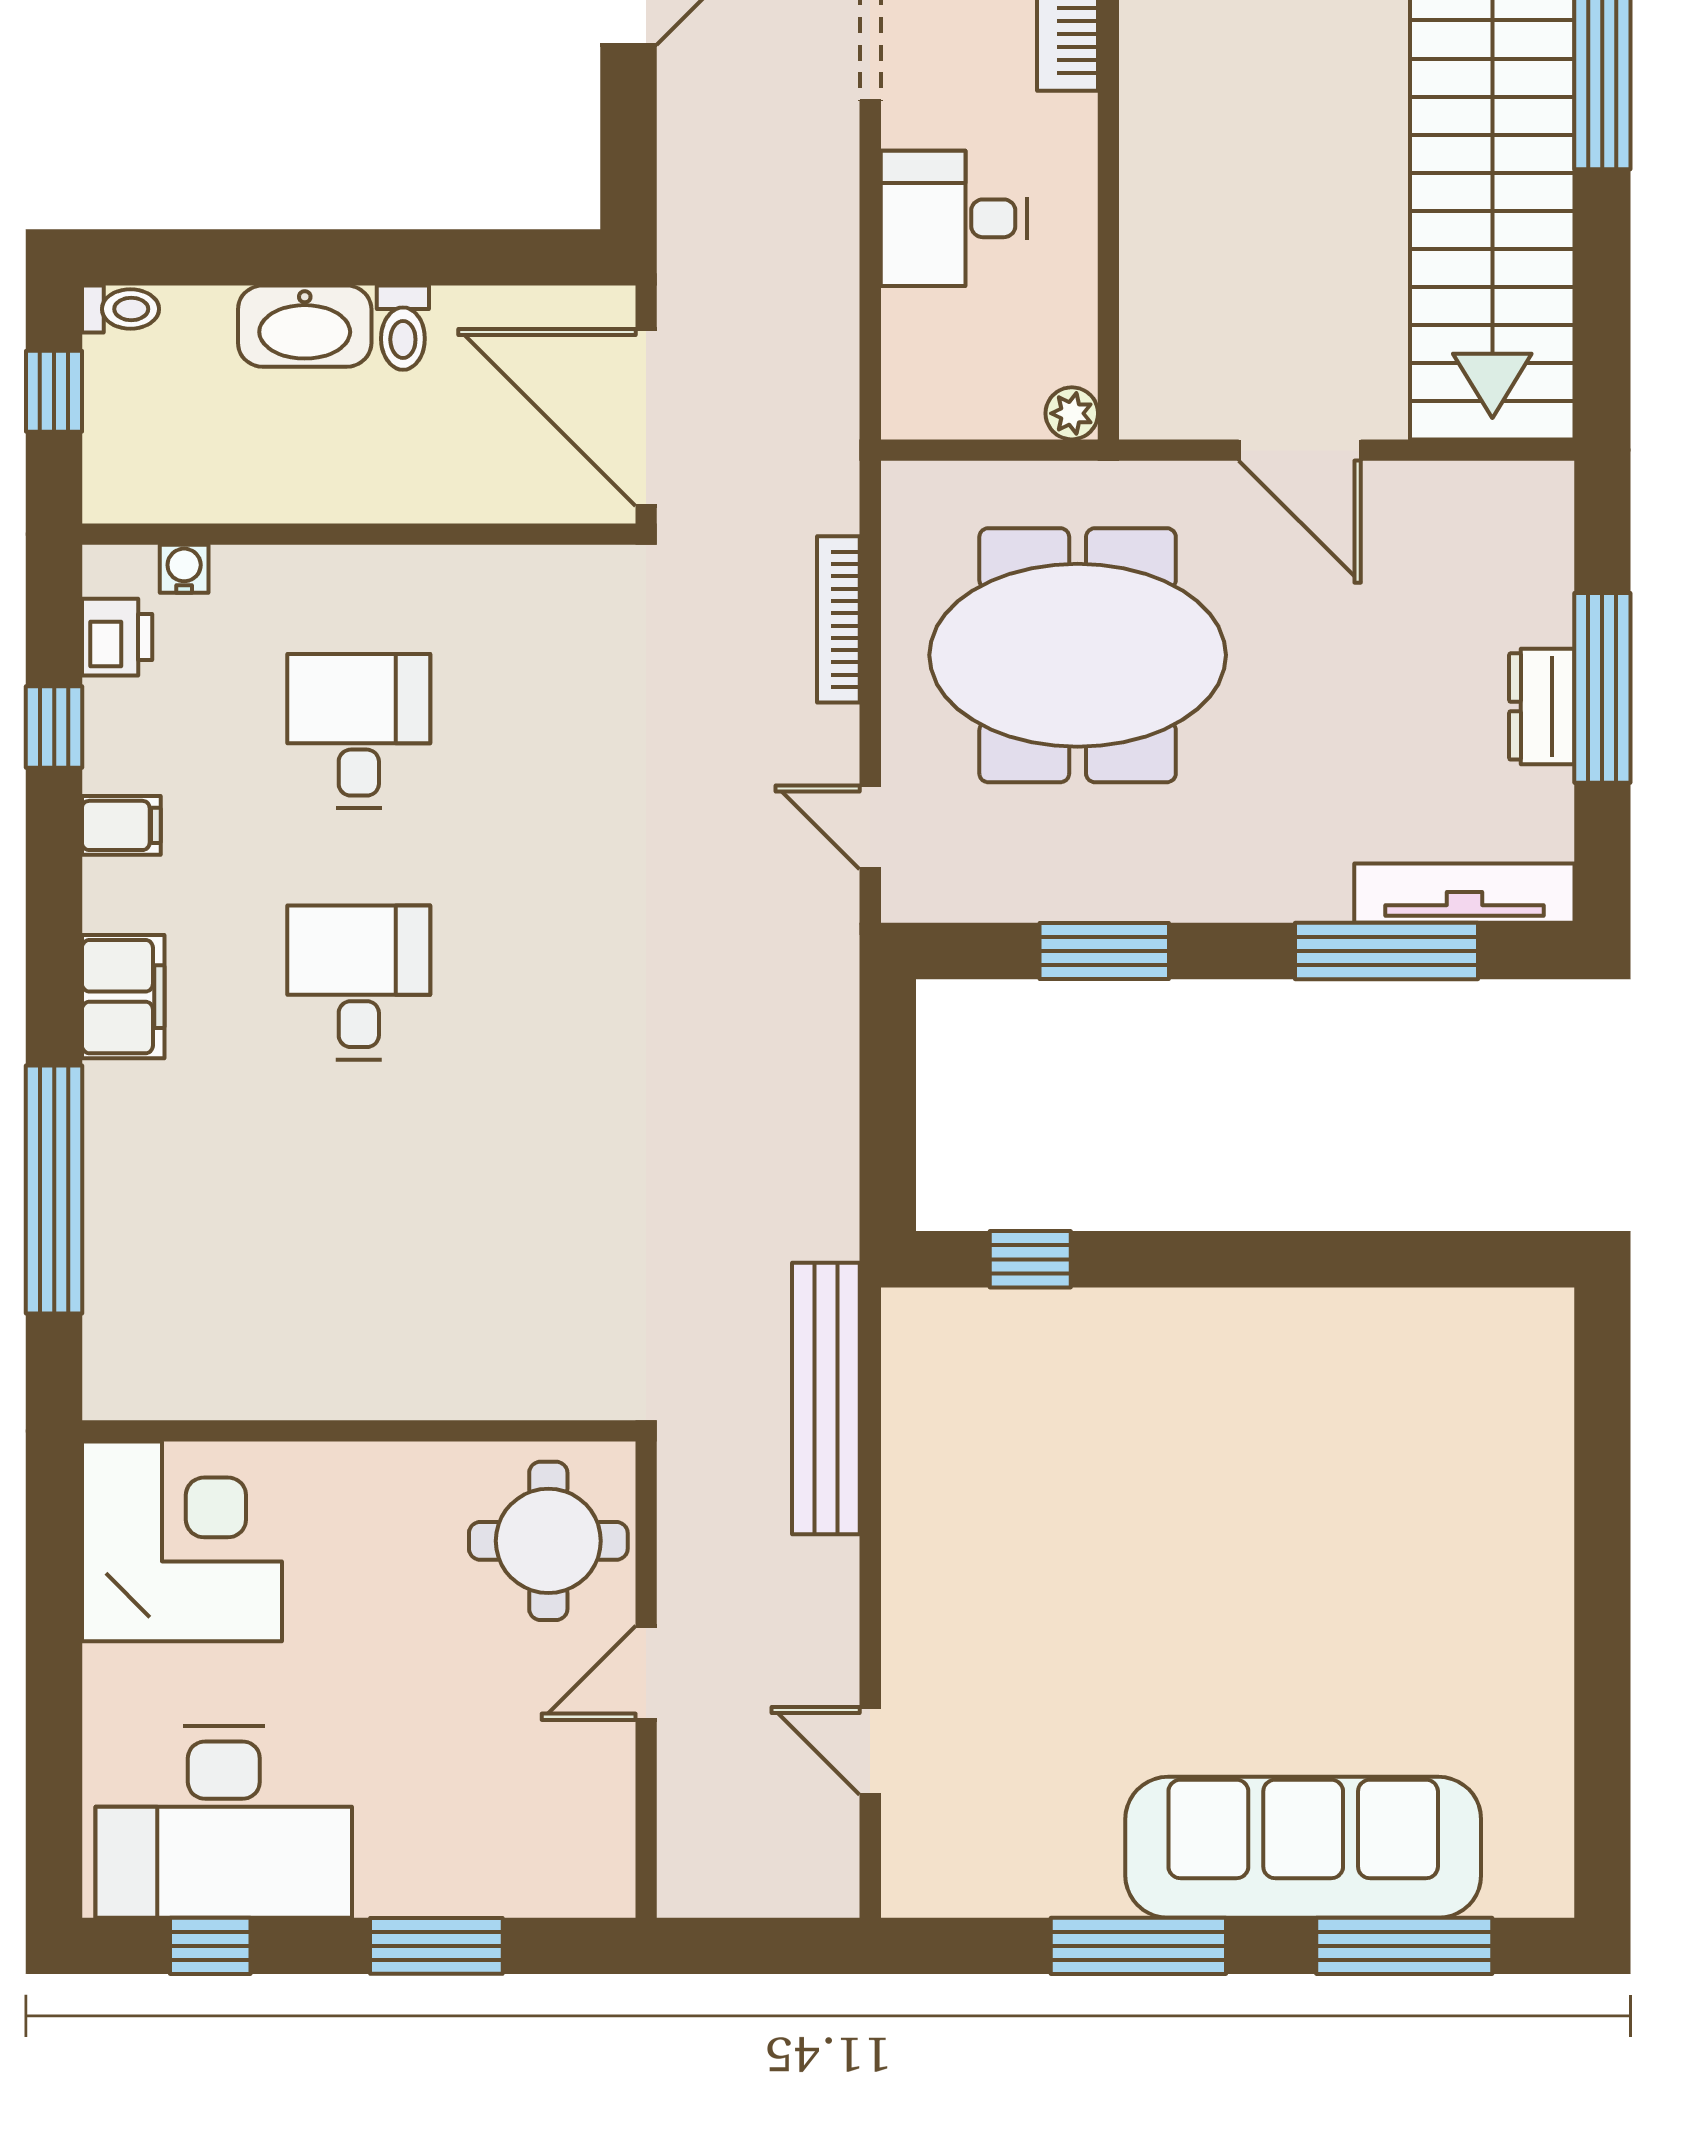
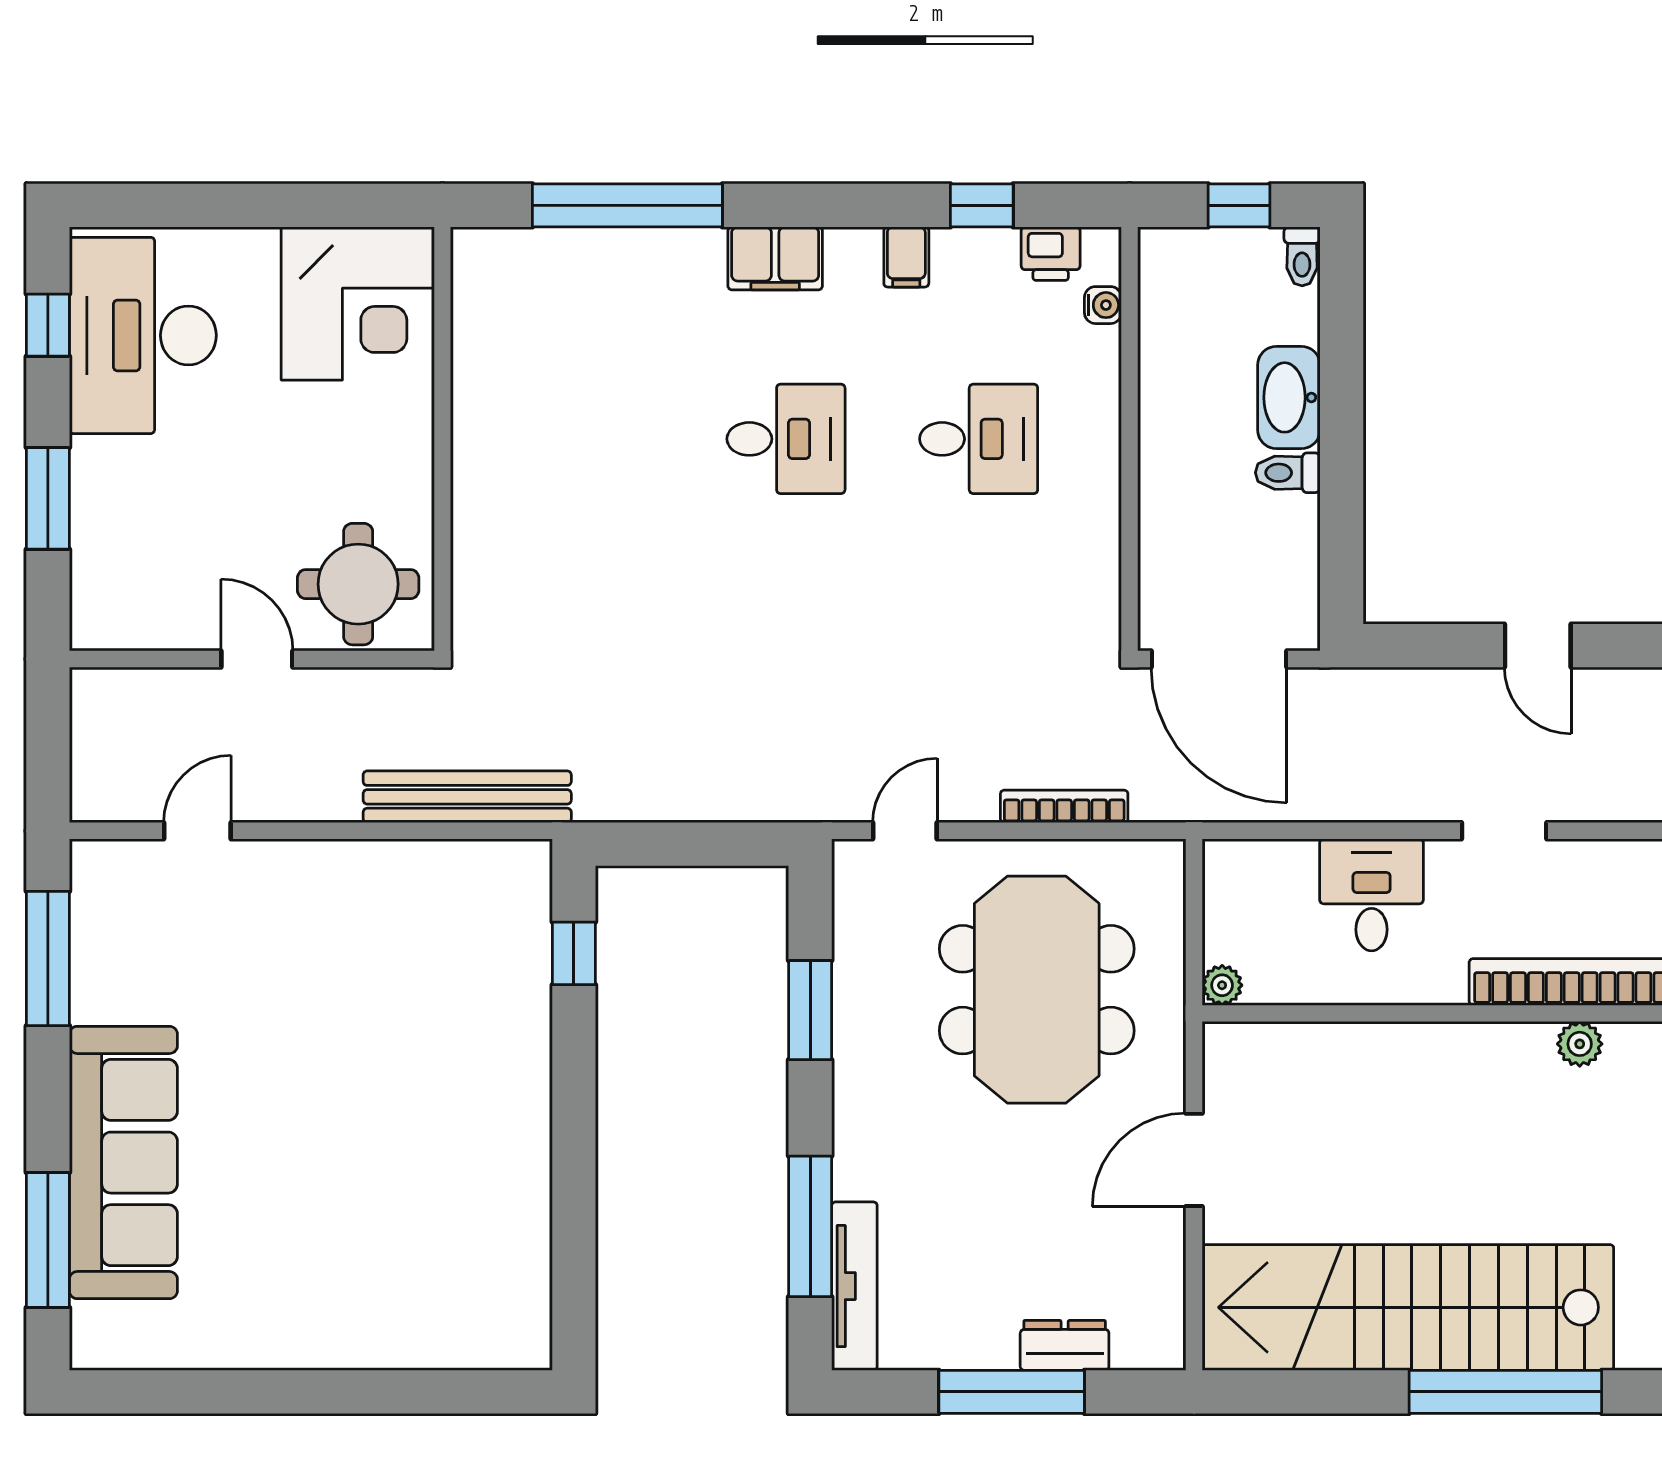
door: (646, 417) -> (1219, 659), swing flipped
dresser: (1542, 706) -> (1065, 1345), moved
window: (1138, 1946) -> (48, 958), moved

